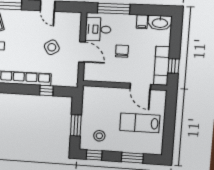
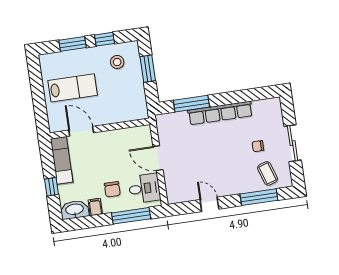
side table: (52, 47) -> (195, 157), removed
chair: (122, 51) -> (112, 189), moved
window: (174, 66) -> (52, 187), moved
window: (46, 90) -> (191, 104), width x2.17
window: (94, 155) -> (104, 39), moved

